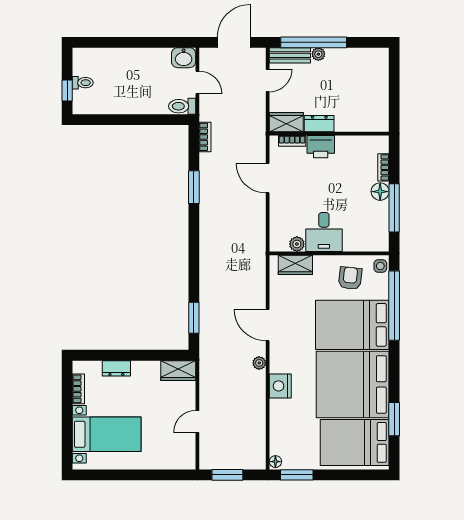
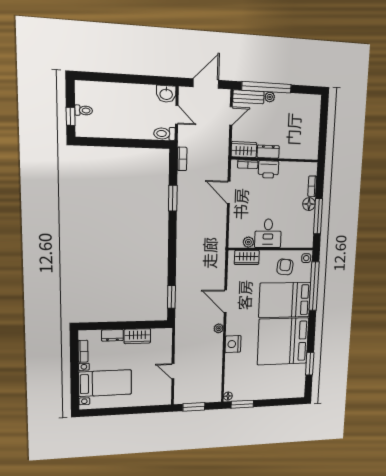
wardrobe: (178, 371) -> (137, 336), moved
door: (197, 422) -> (173, 371), hinge flipped
bed: (355, 442) -> (283, 380), removed

